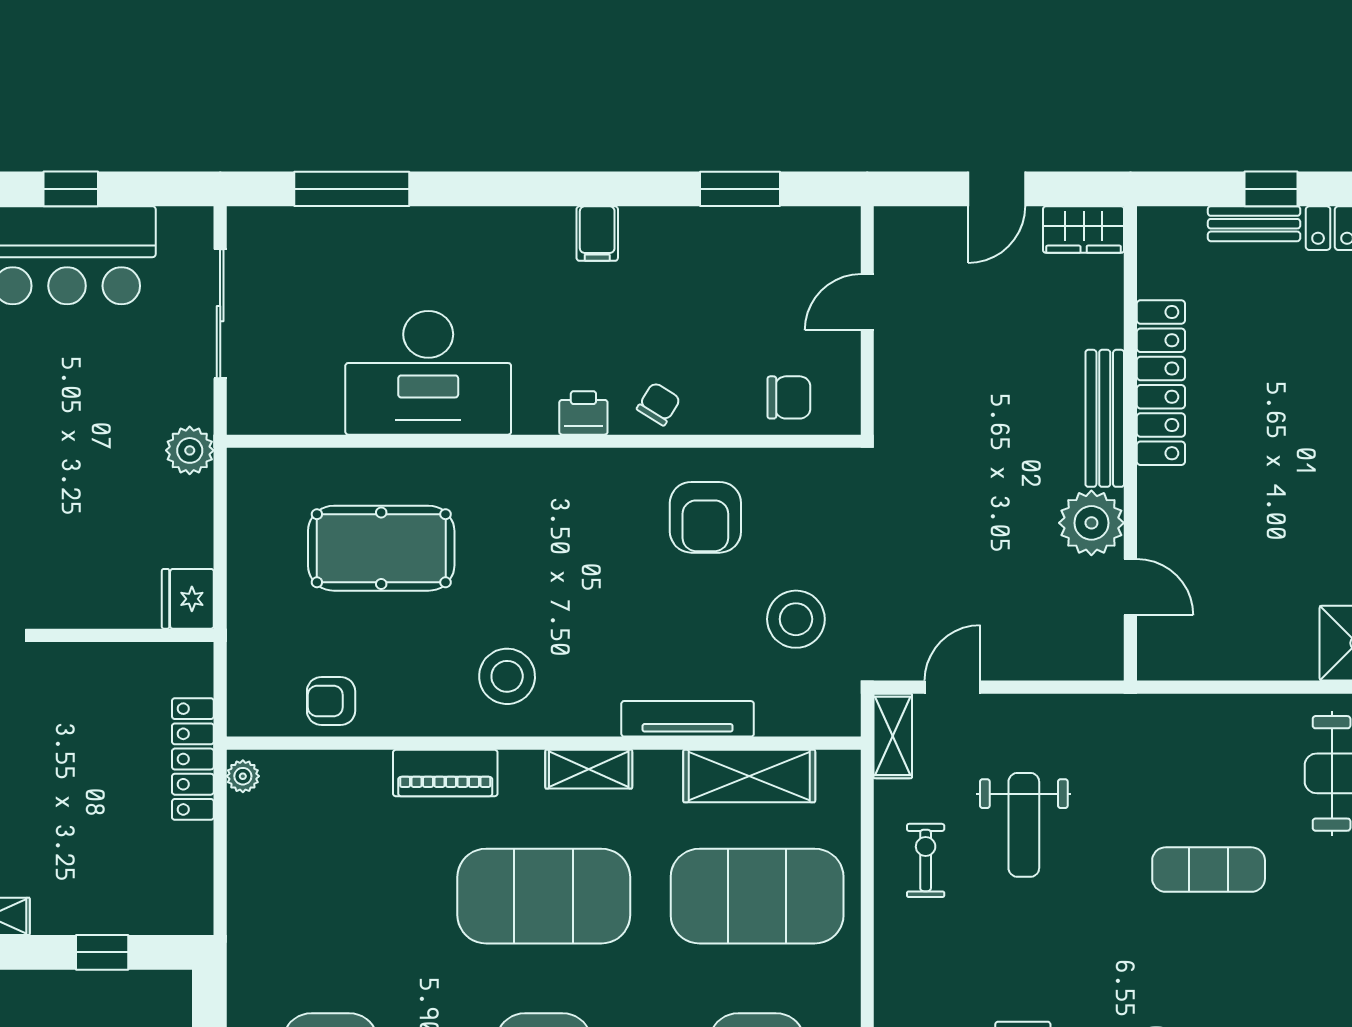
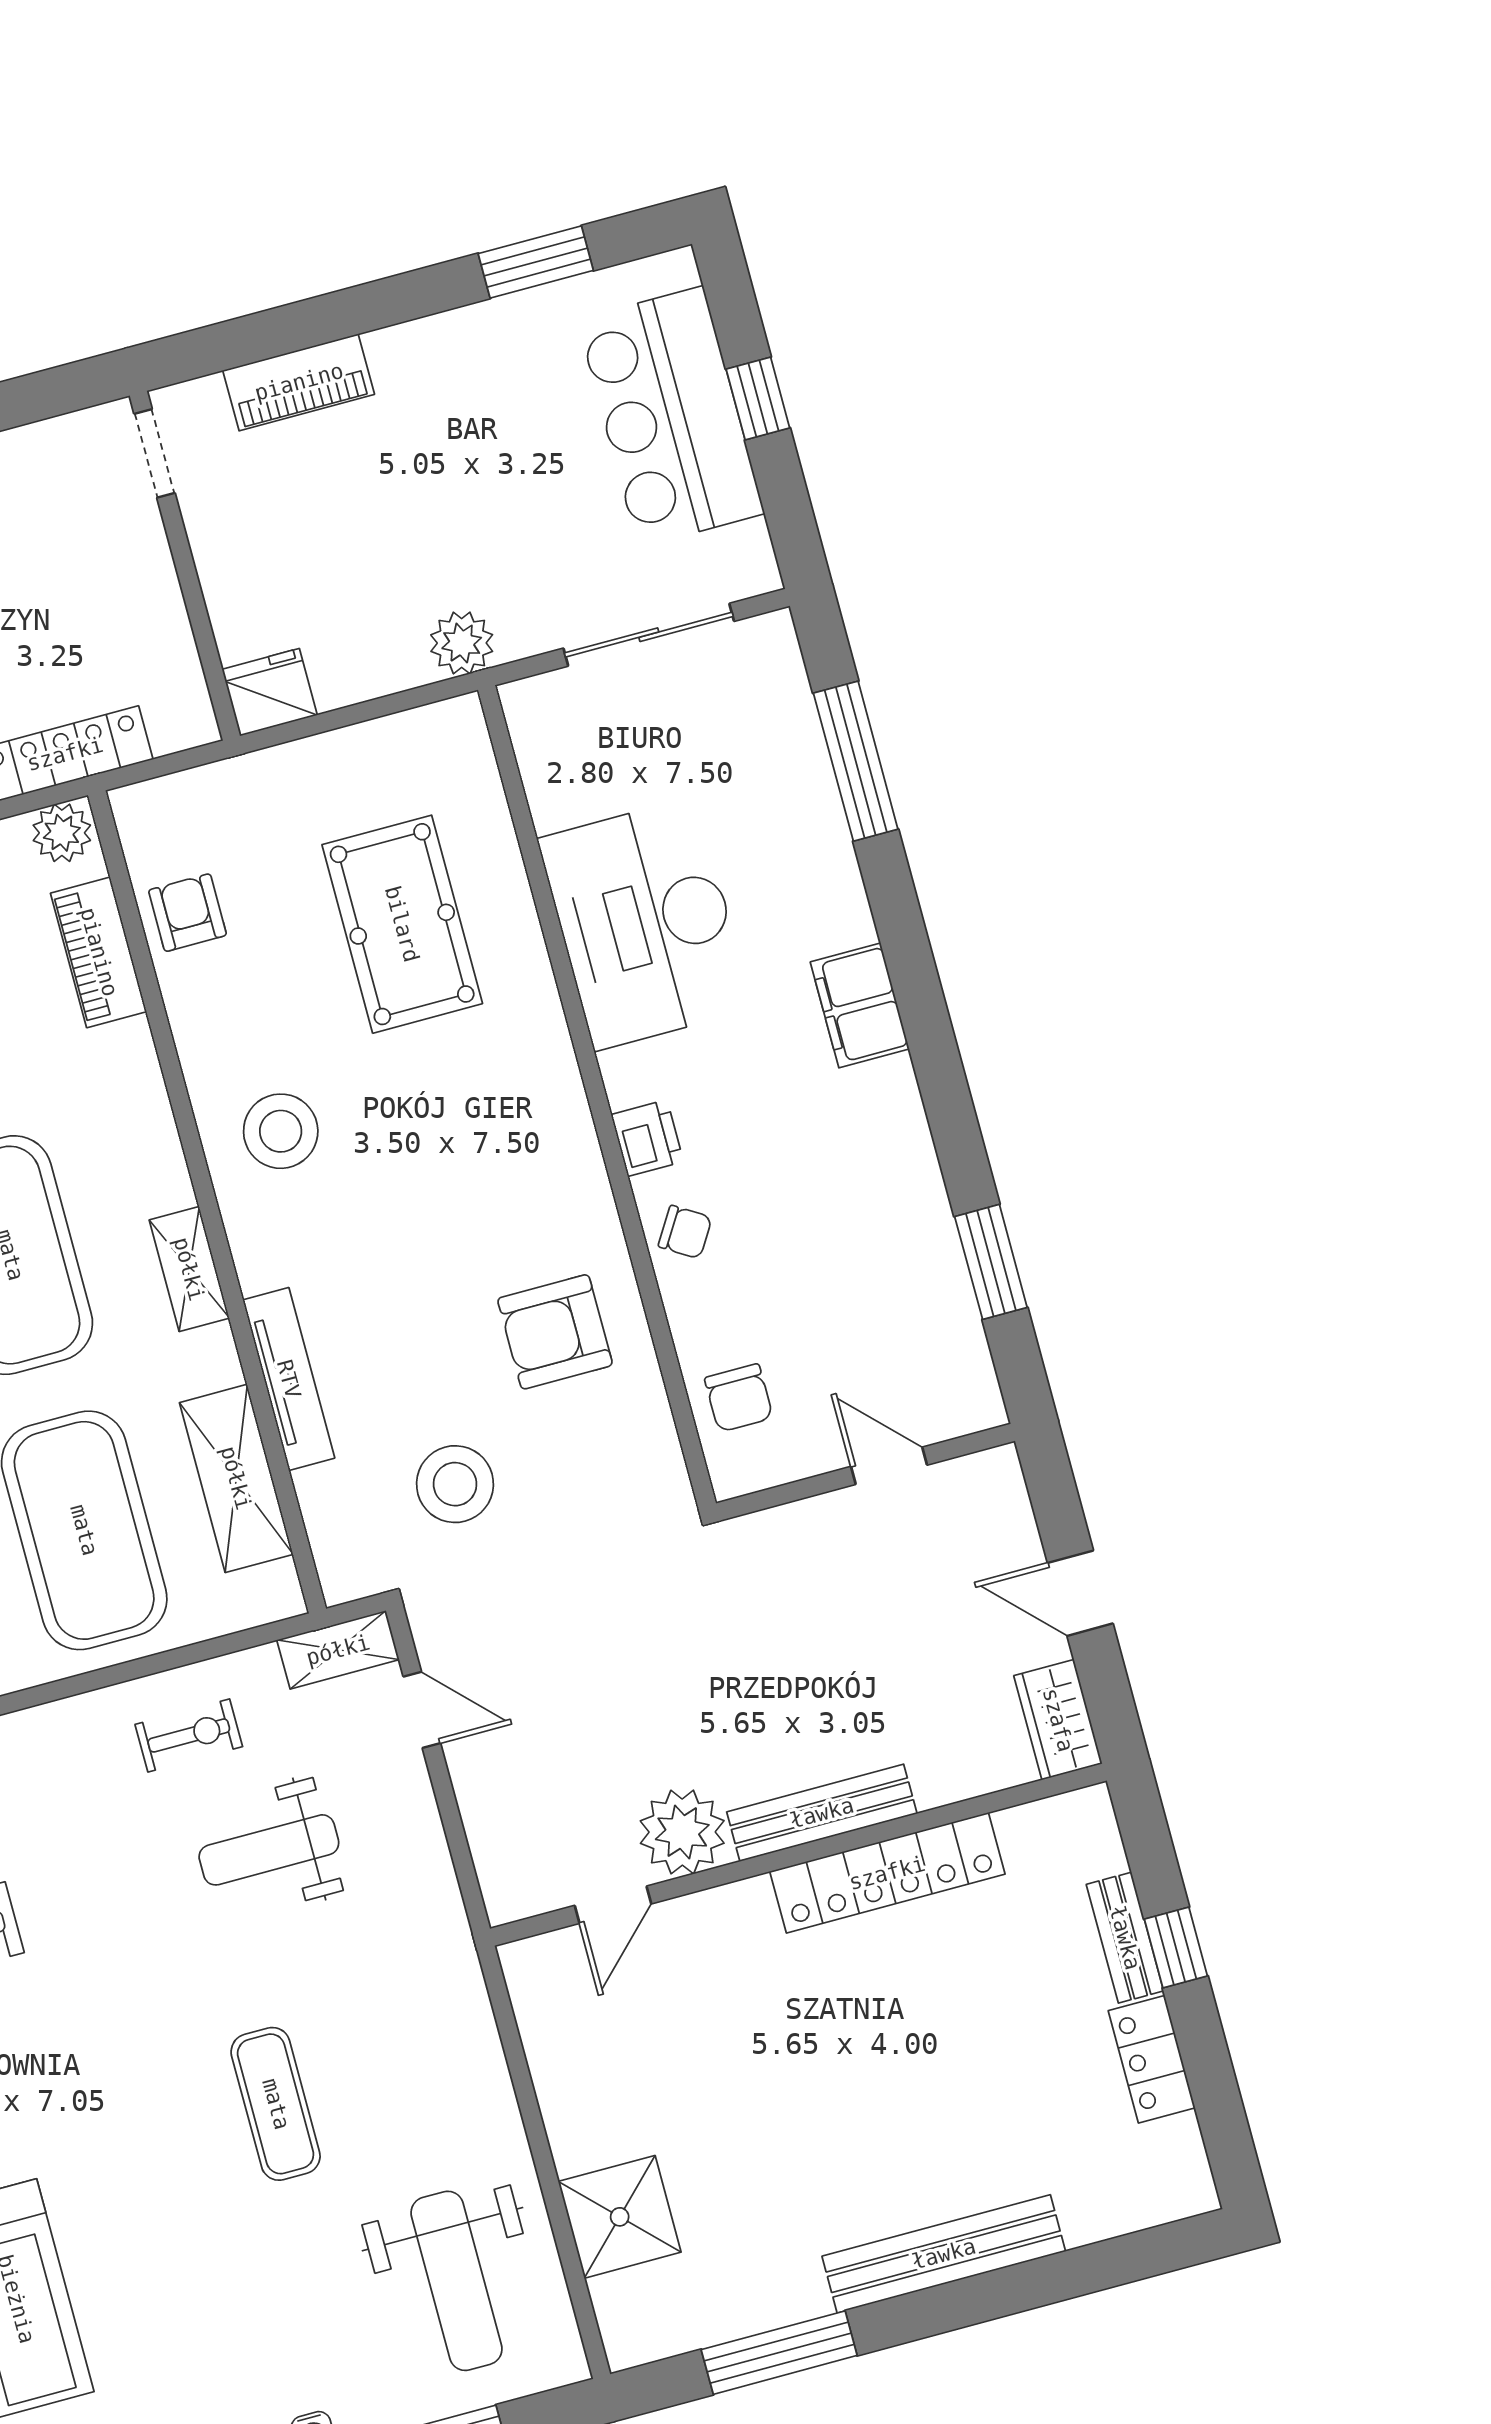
filing cabinet: (597, 234) -> (860, 1005), moved, width x2.00
piano: (445, 773) -> (99, 952), moved
plant: (243, 776) -> (62, 833), width x1.38, depth x1.38

